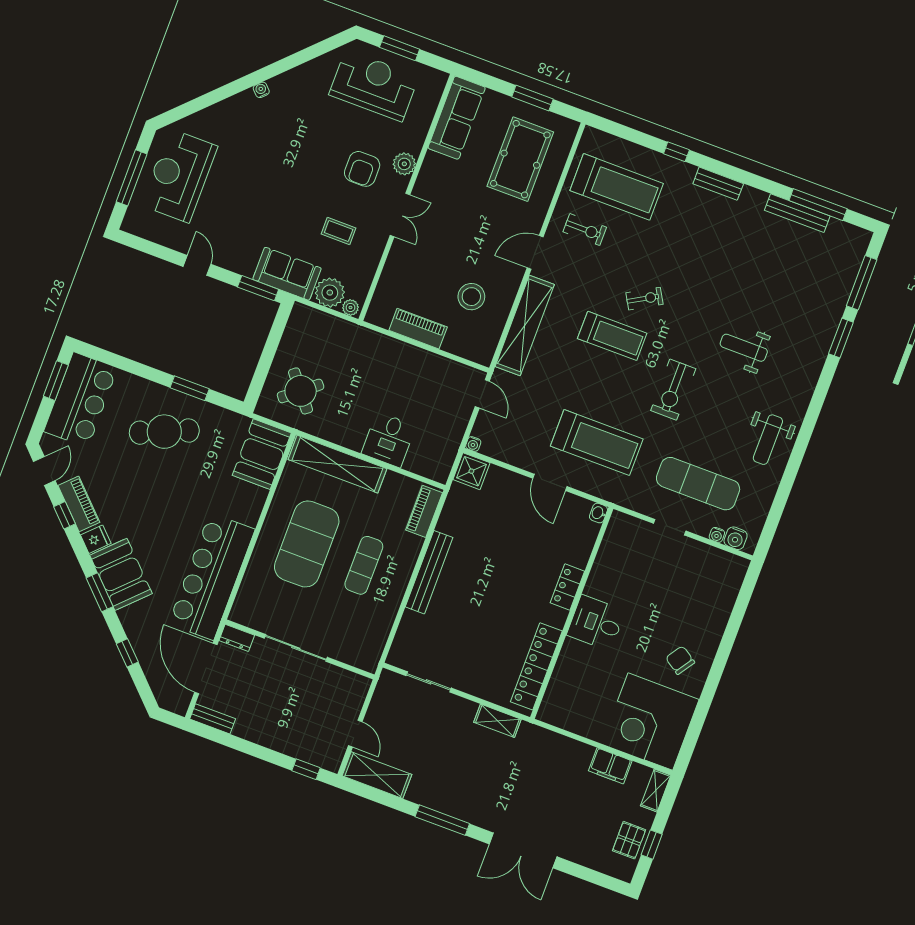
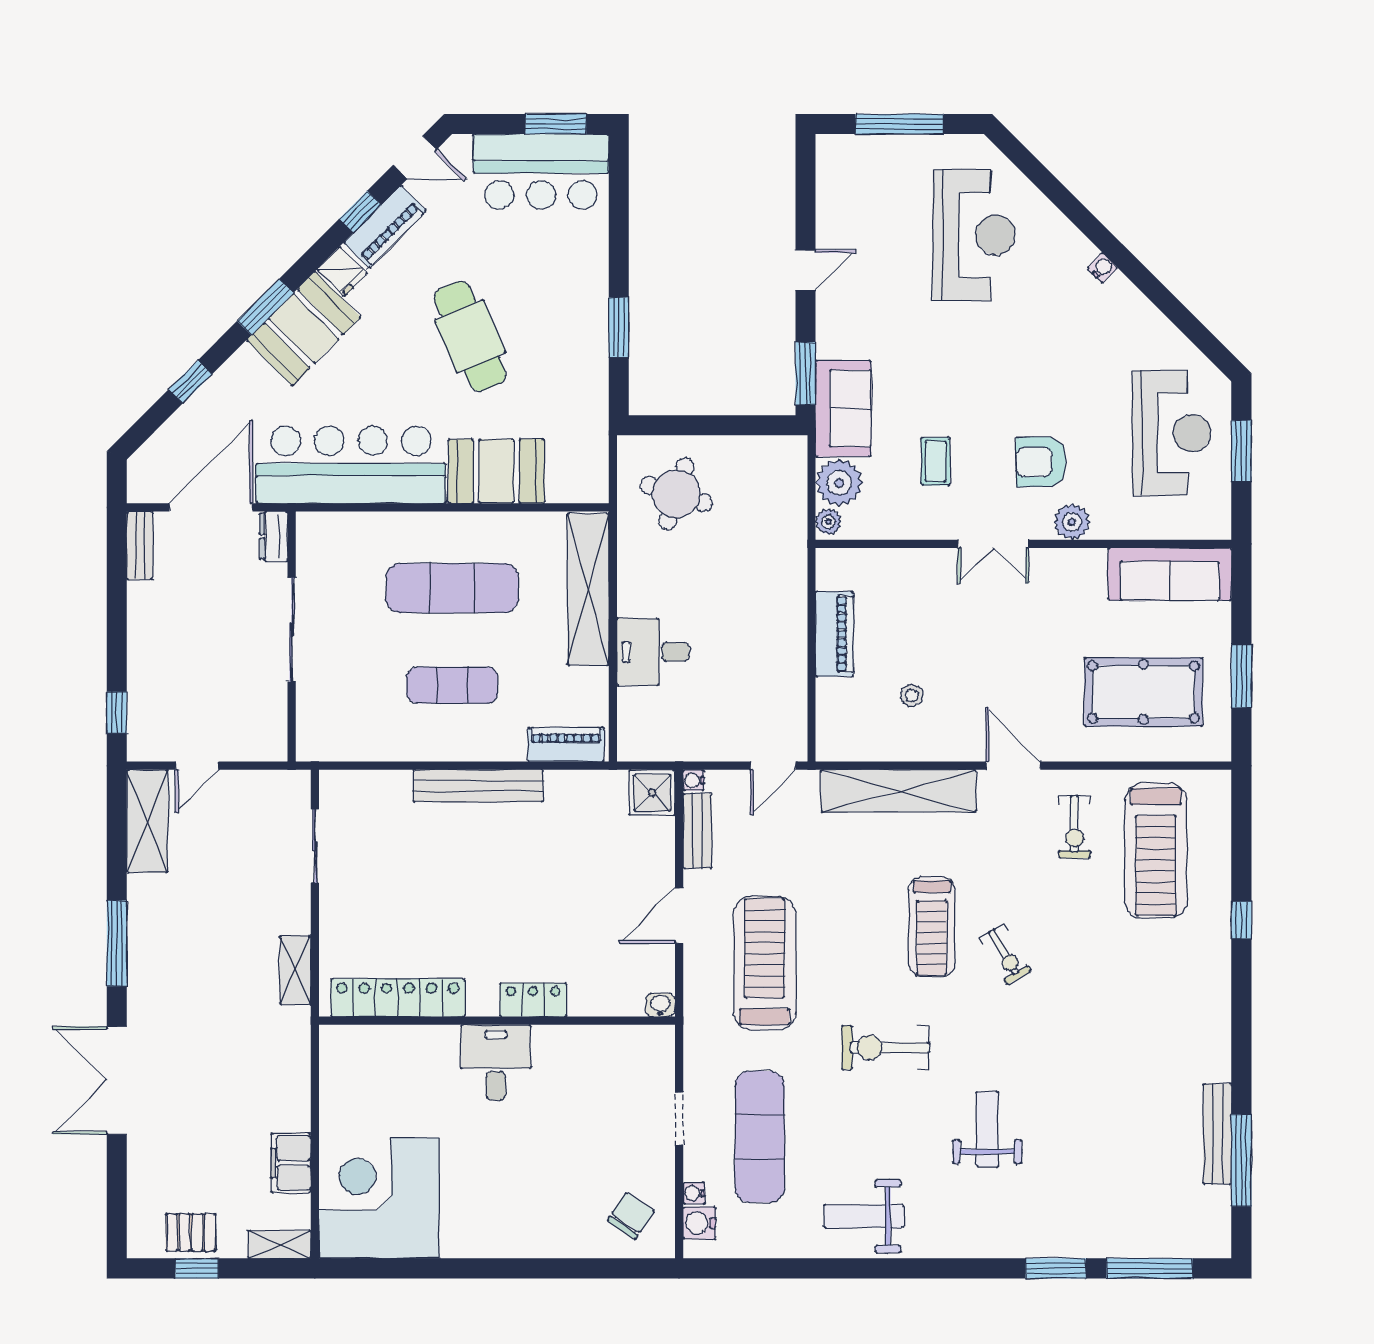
reception desk: (179, 176) -> (974, 235), moved, turned 90
bench: (718, 184) -> (697, 831), moved
stool: (471, 297) -> (912, 695), width x0.53, depth x0.53
round table: (301, 391) -> (676, 494), turned -33
cafe table: (164, 432) -> (470, 336), moved
treadmill: (597, 442) -> (764, 963), turned 180
booth: (262, 454) -> (496, 471), moved
exercise mat: (307, 544) -> (452, 588), width x0.68
chair: (680, 660) -> (631, 1216), moved

